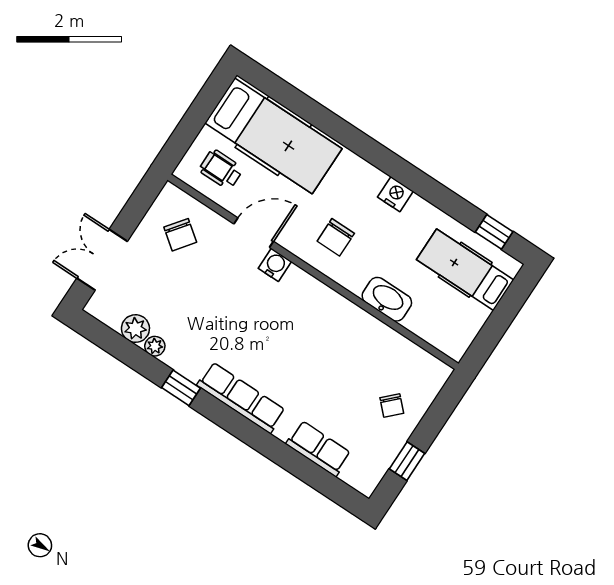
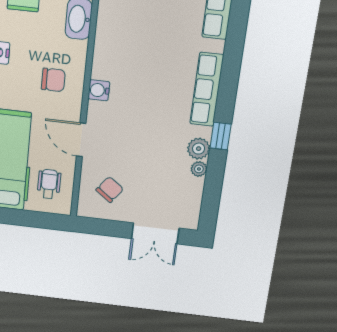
wheelchair: (221, 169) -> (49, 184), turned 180
water cooler: (275, 265) -> (99, 90), moved
plant: (135, 329) -> (199, 149), moved

